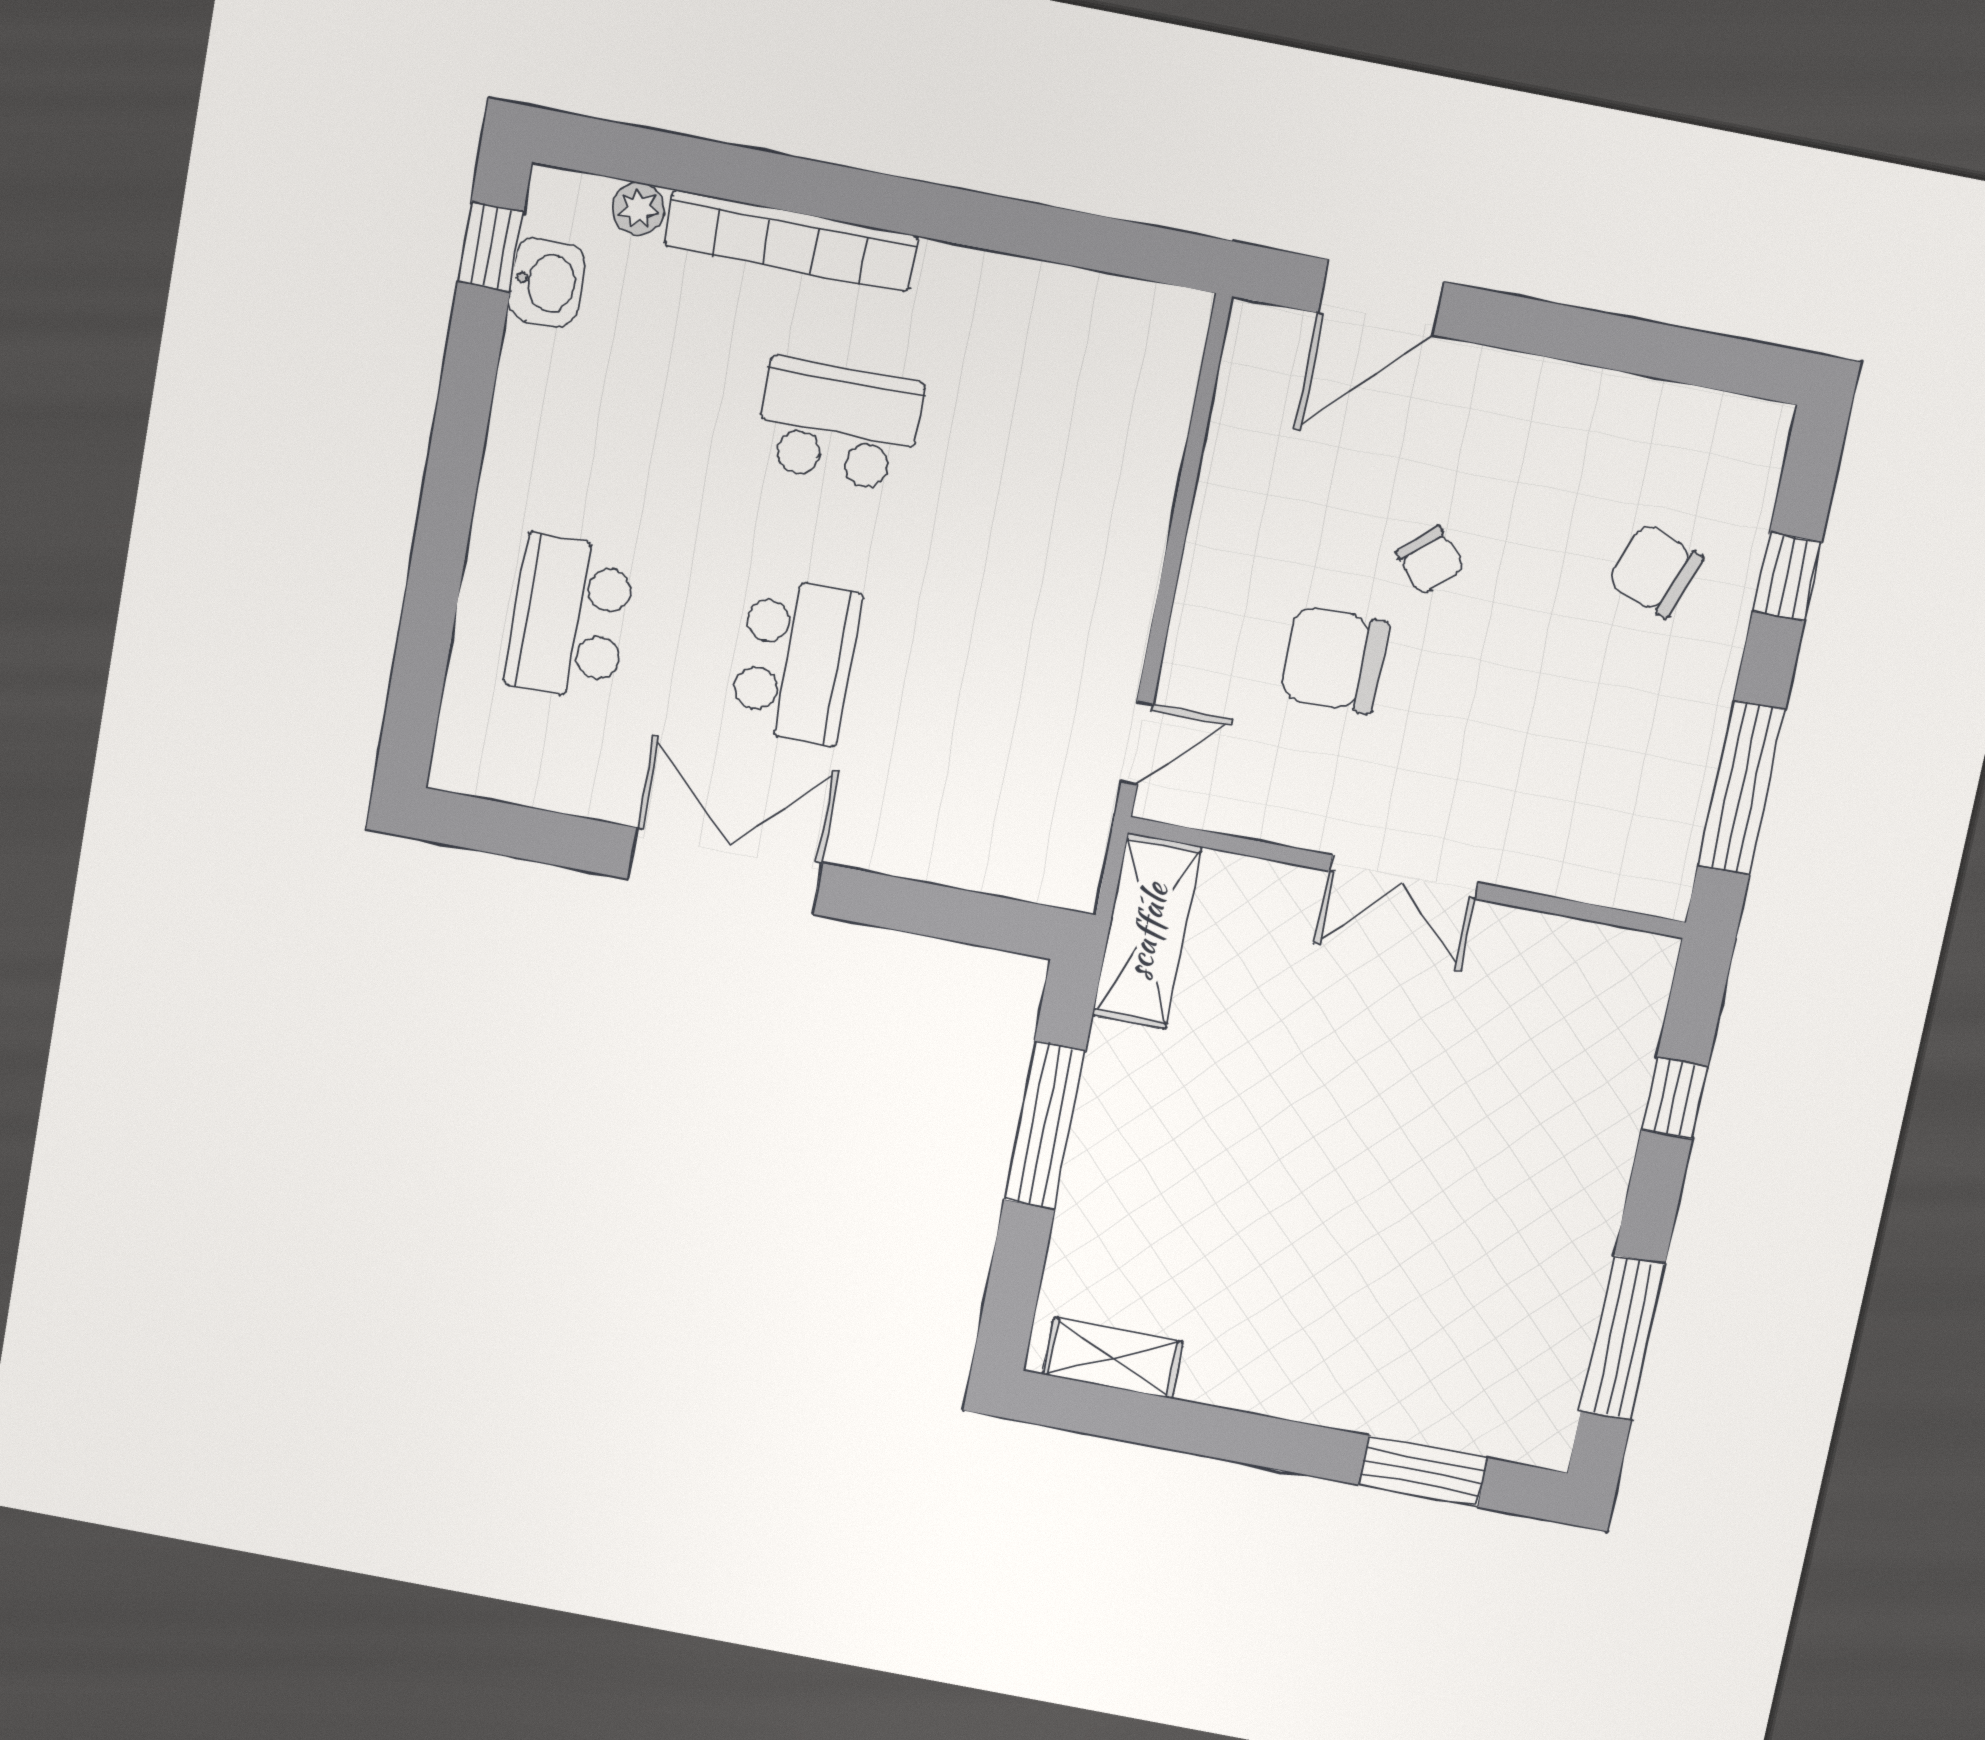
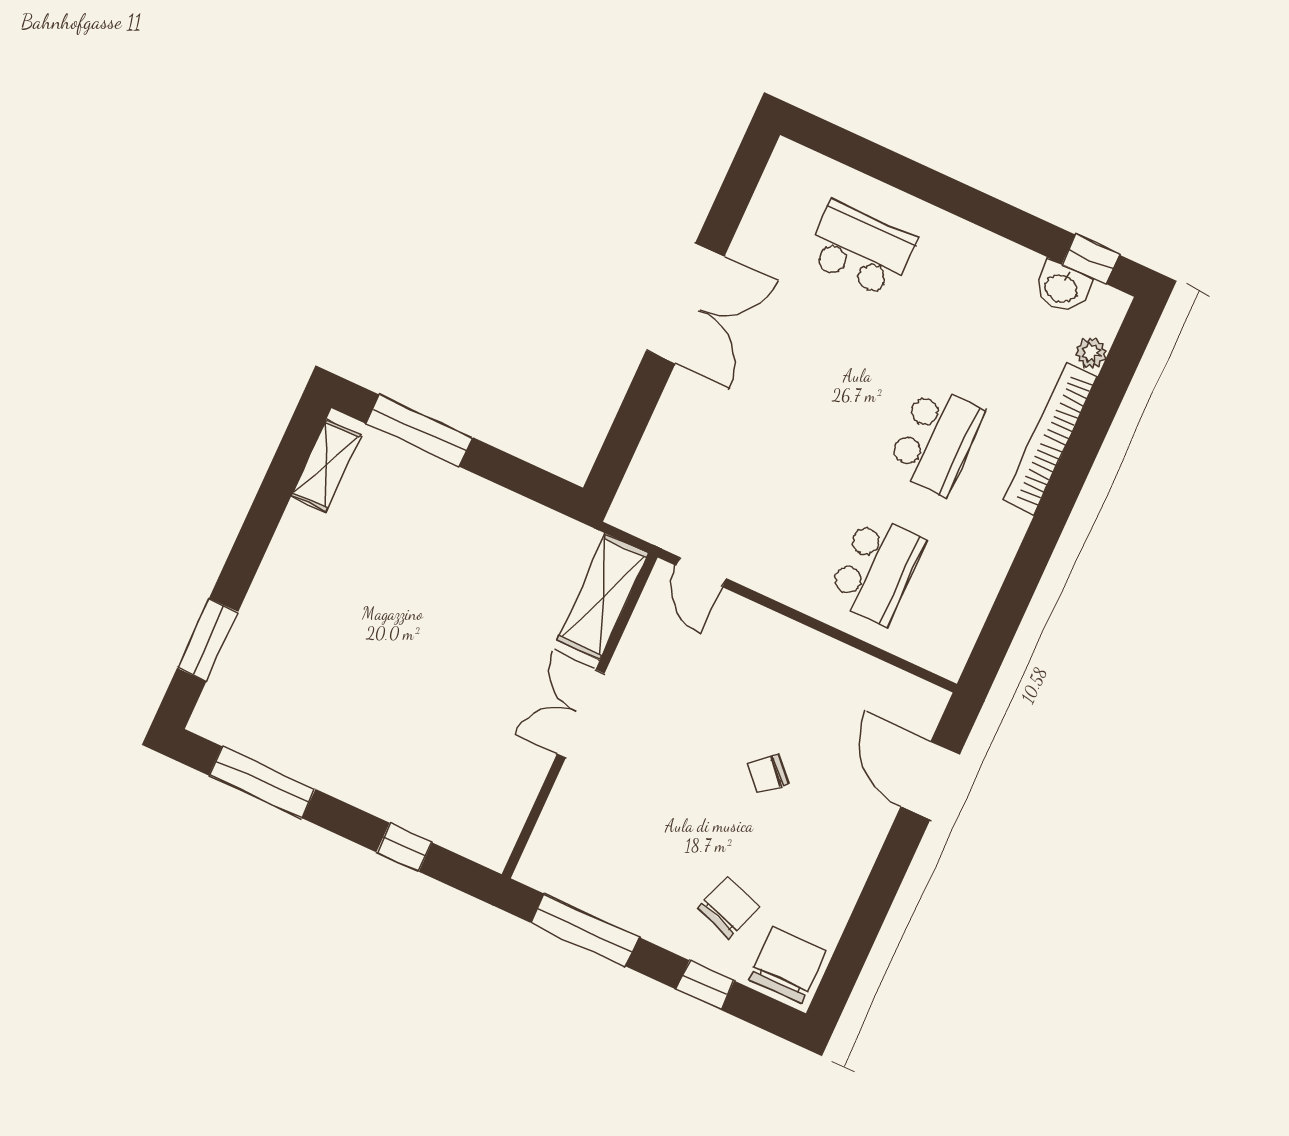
chair: (1334, 660) -> (787, 965), moved
school desk: (796, 661) -> (876, 569), moved, turned -90
shelving: (1147, 931) -> (603, 597), moved, turned 90
window: (1045, 1125) -> (419, 431), moved

